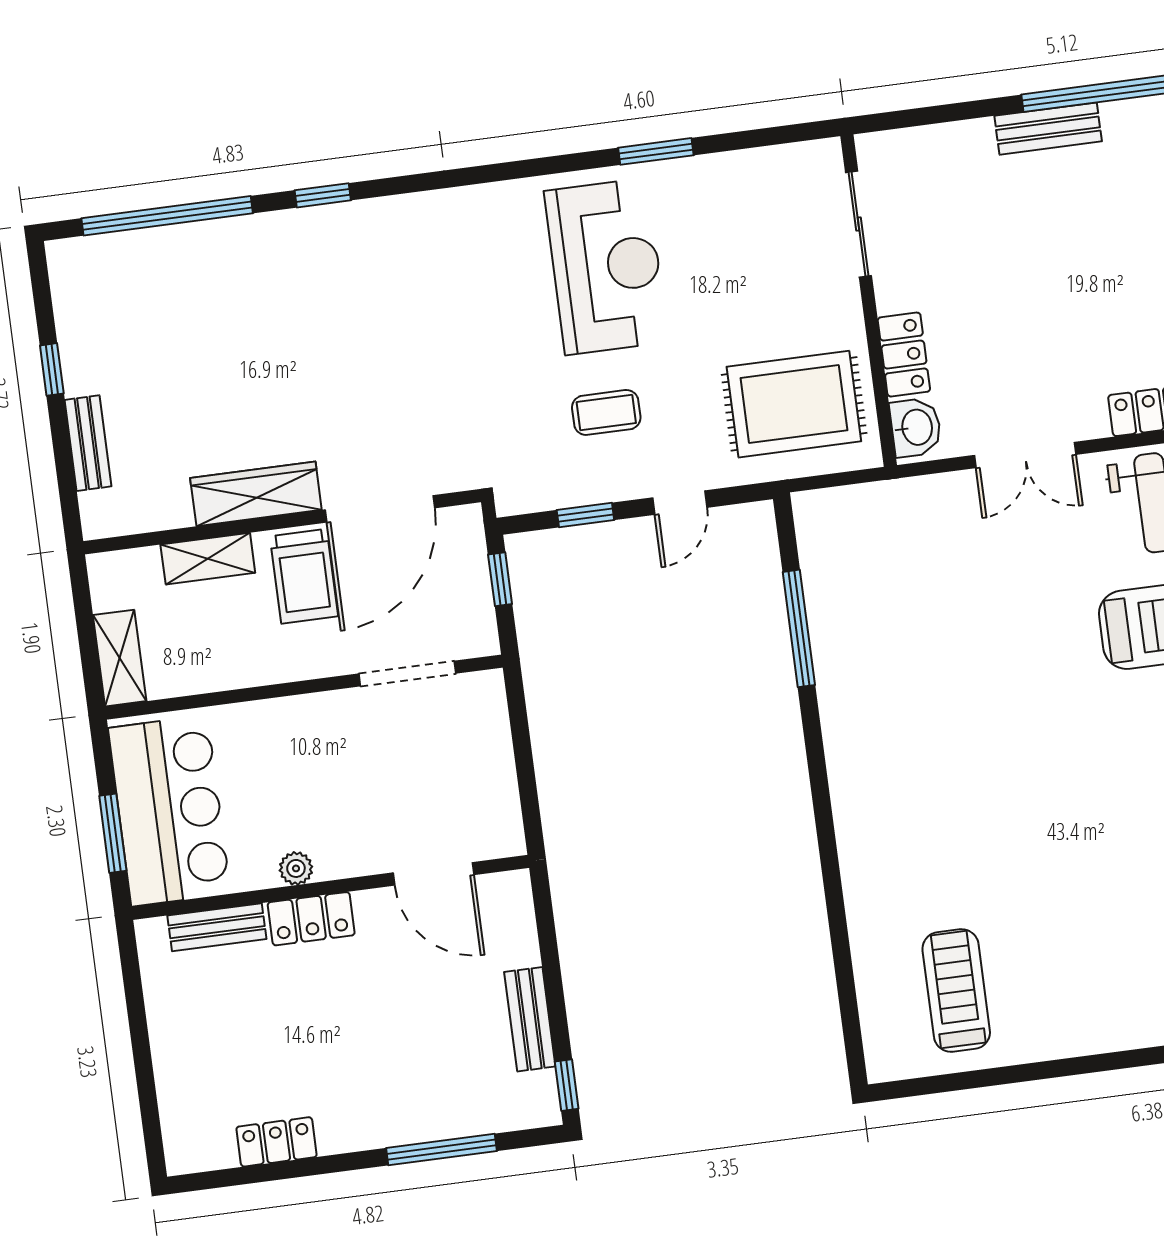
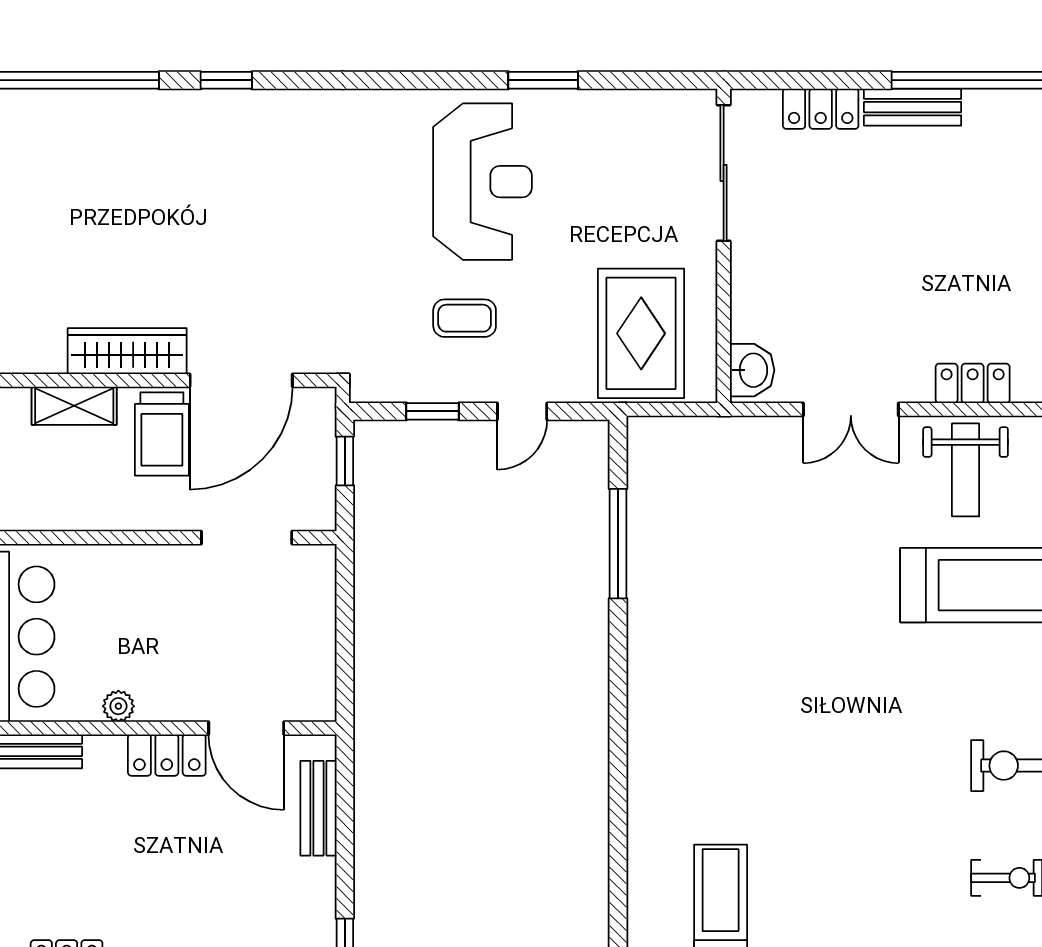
sliding door: (859, 224) -> (724, 173), width x1.37
locker: (904, 355) -> (821, 109), moved, turned 90
rug: (794, 404) -> (641, 333), turned 90
locker: (311, 919) -> (167, 755), moved
bench: (530, 1019) -> (318, 808), moved

